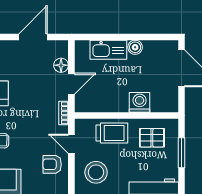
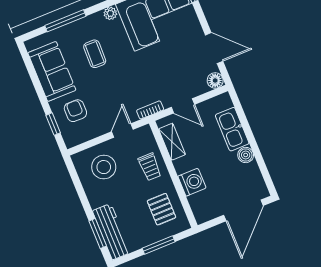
floor lamp: (61, 65) -> (215, 80), moved
shelving: (98, 105) -> (172, 142), added
trolley: (112, 133) -> (150, 167), width x0.73, depth x0.72
armchair: (52, 164) -> (75, 111), moved

